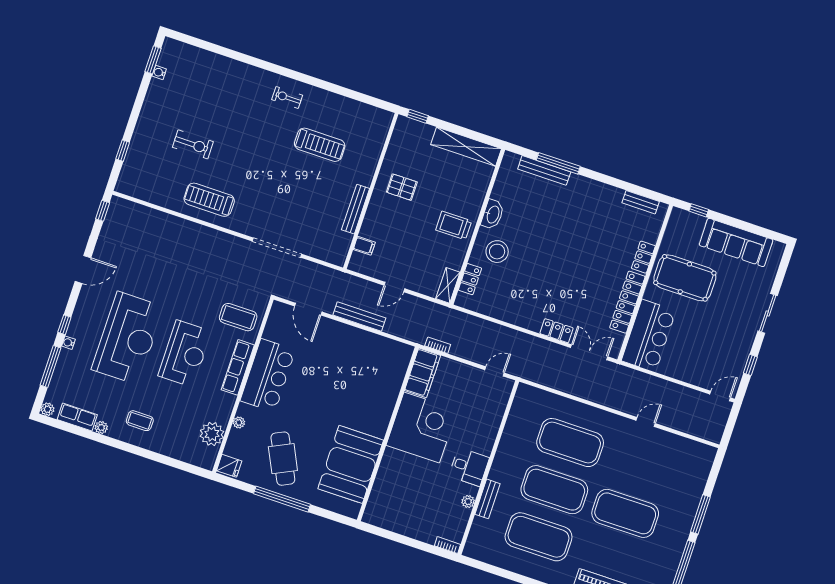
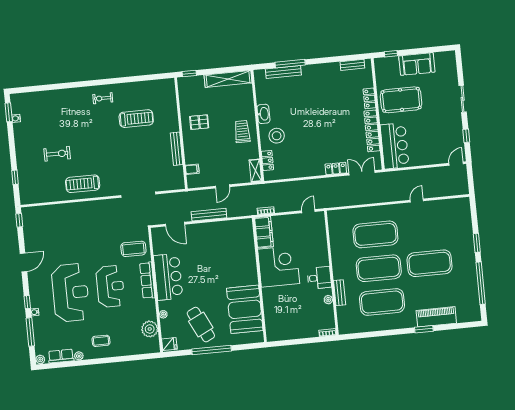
trolley: (454, 225) -> (242, 132), turned 90
sofa: (736, 242) -> (417, 64), width x0.73
window: (700, 514) -> (477, 243), width x0.69

